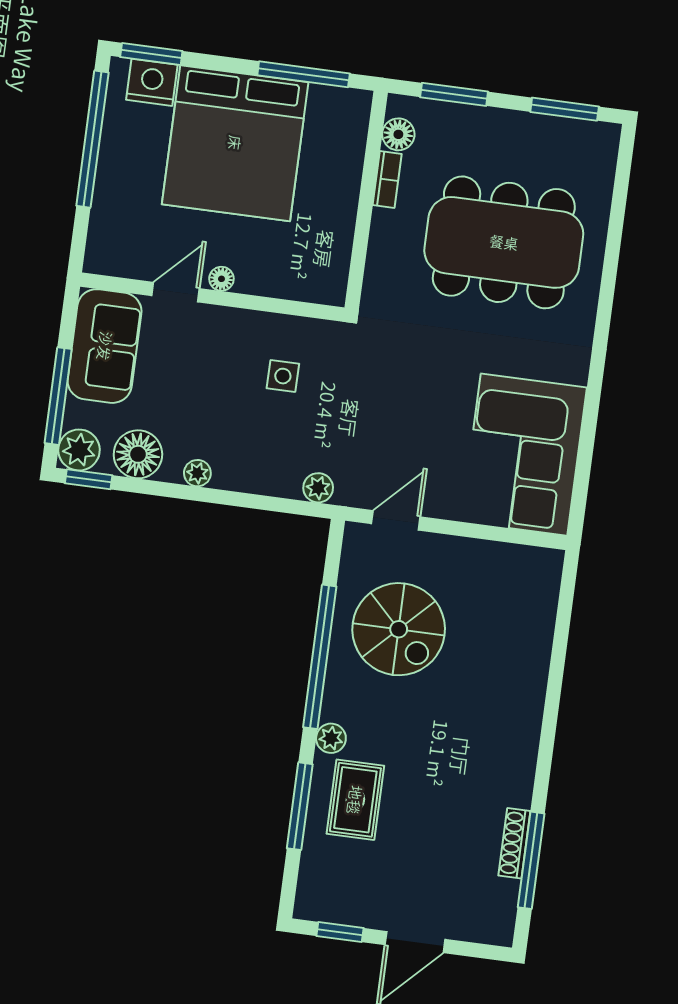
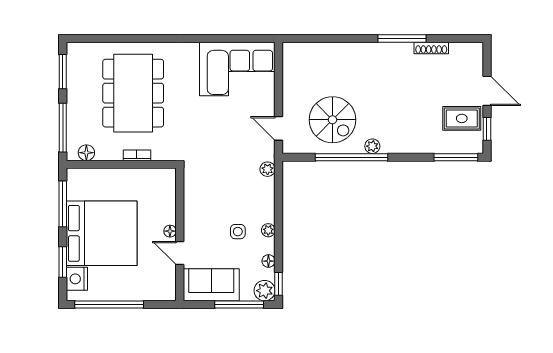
window: (151, 54) -> (63, 262), moved
window: (454, 94) -> (63, 128), width x1.44
bookcase: (387, 180) -> (137, 155), moved
side table: (283, 376) -> (238, 232), moved
floor lamp: (138, 454) -> (268, 261), width x0.53, depth x0.53
spiral stairs: (399, 629) -> (332, 120), turned 90
plant: (331, 738) -> (372, 146), moved
rug: (355, 800) -> (462, 118), moved
window: (300, 806) -> (456, 157), moved
window: (531, 860) -> (402, 39), moved

